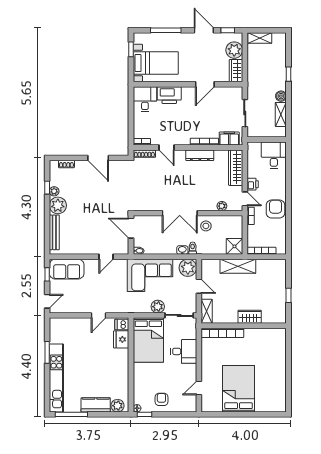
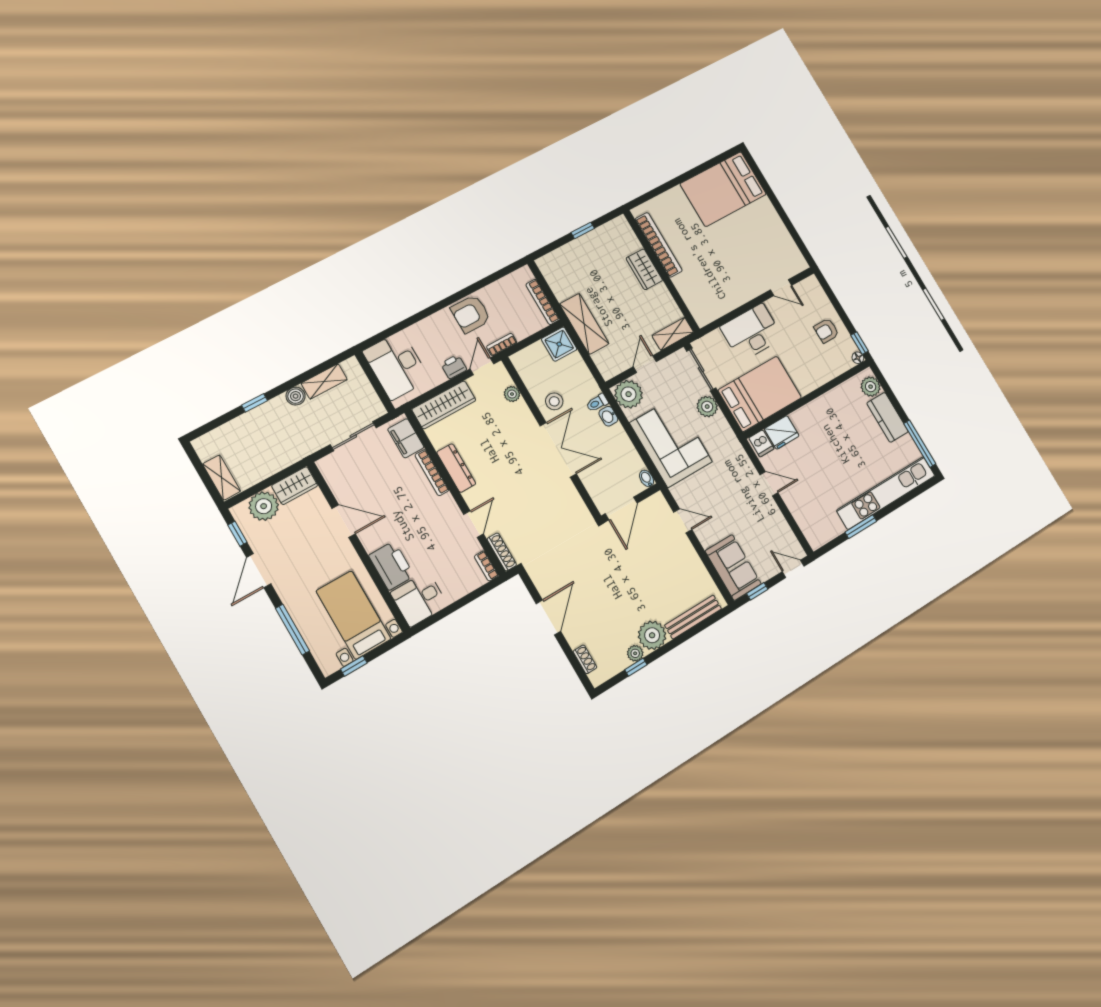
desk: (274, 155) -> (396, 366), width x1.37
bookcase: (222, 333) -> (659, 245), moved
desk: (184, 351) -> (751, 332), width x1.37
bed: (239, 389) -> (723, 189), moved

